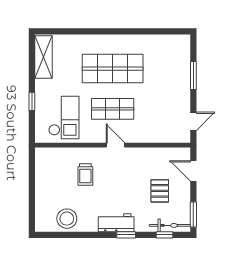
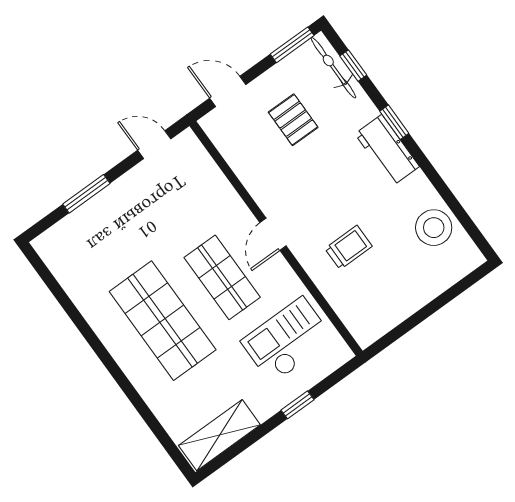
door: (193, 171) -> (228, 91), swing flipped
pallet: (160, 191) -> (293, 120), turned 90

